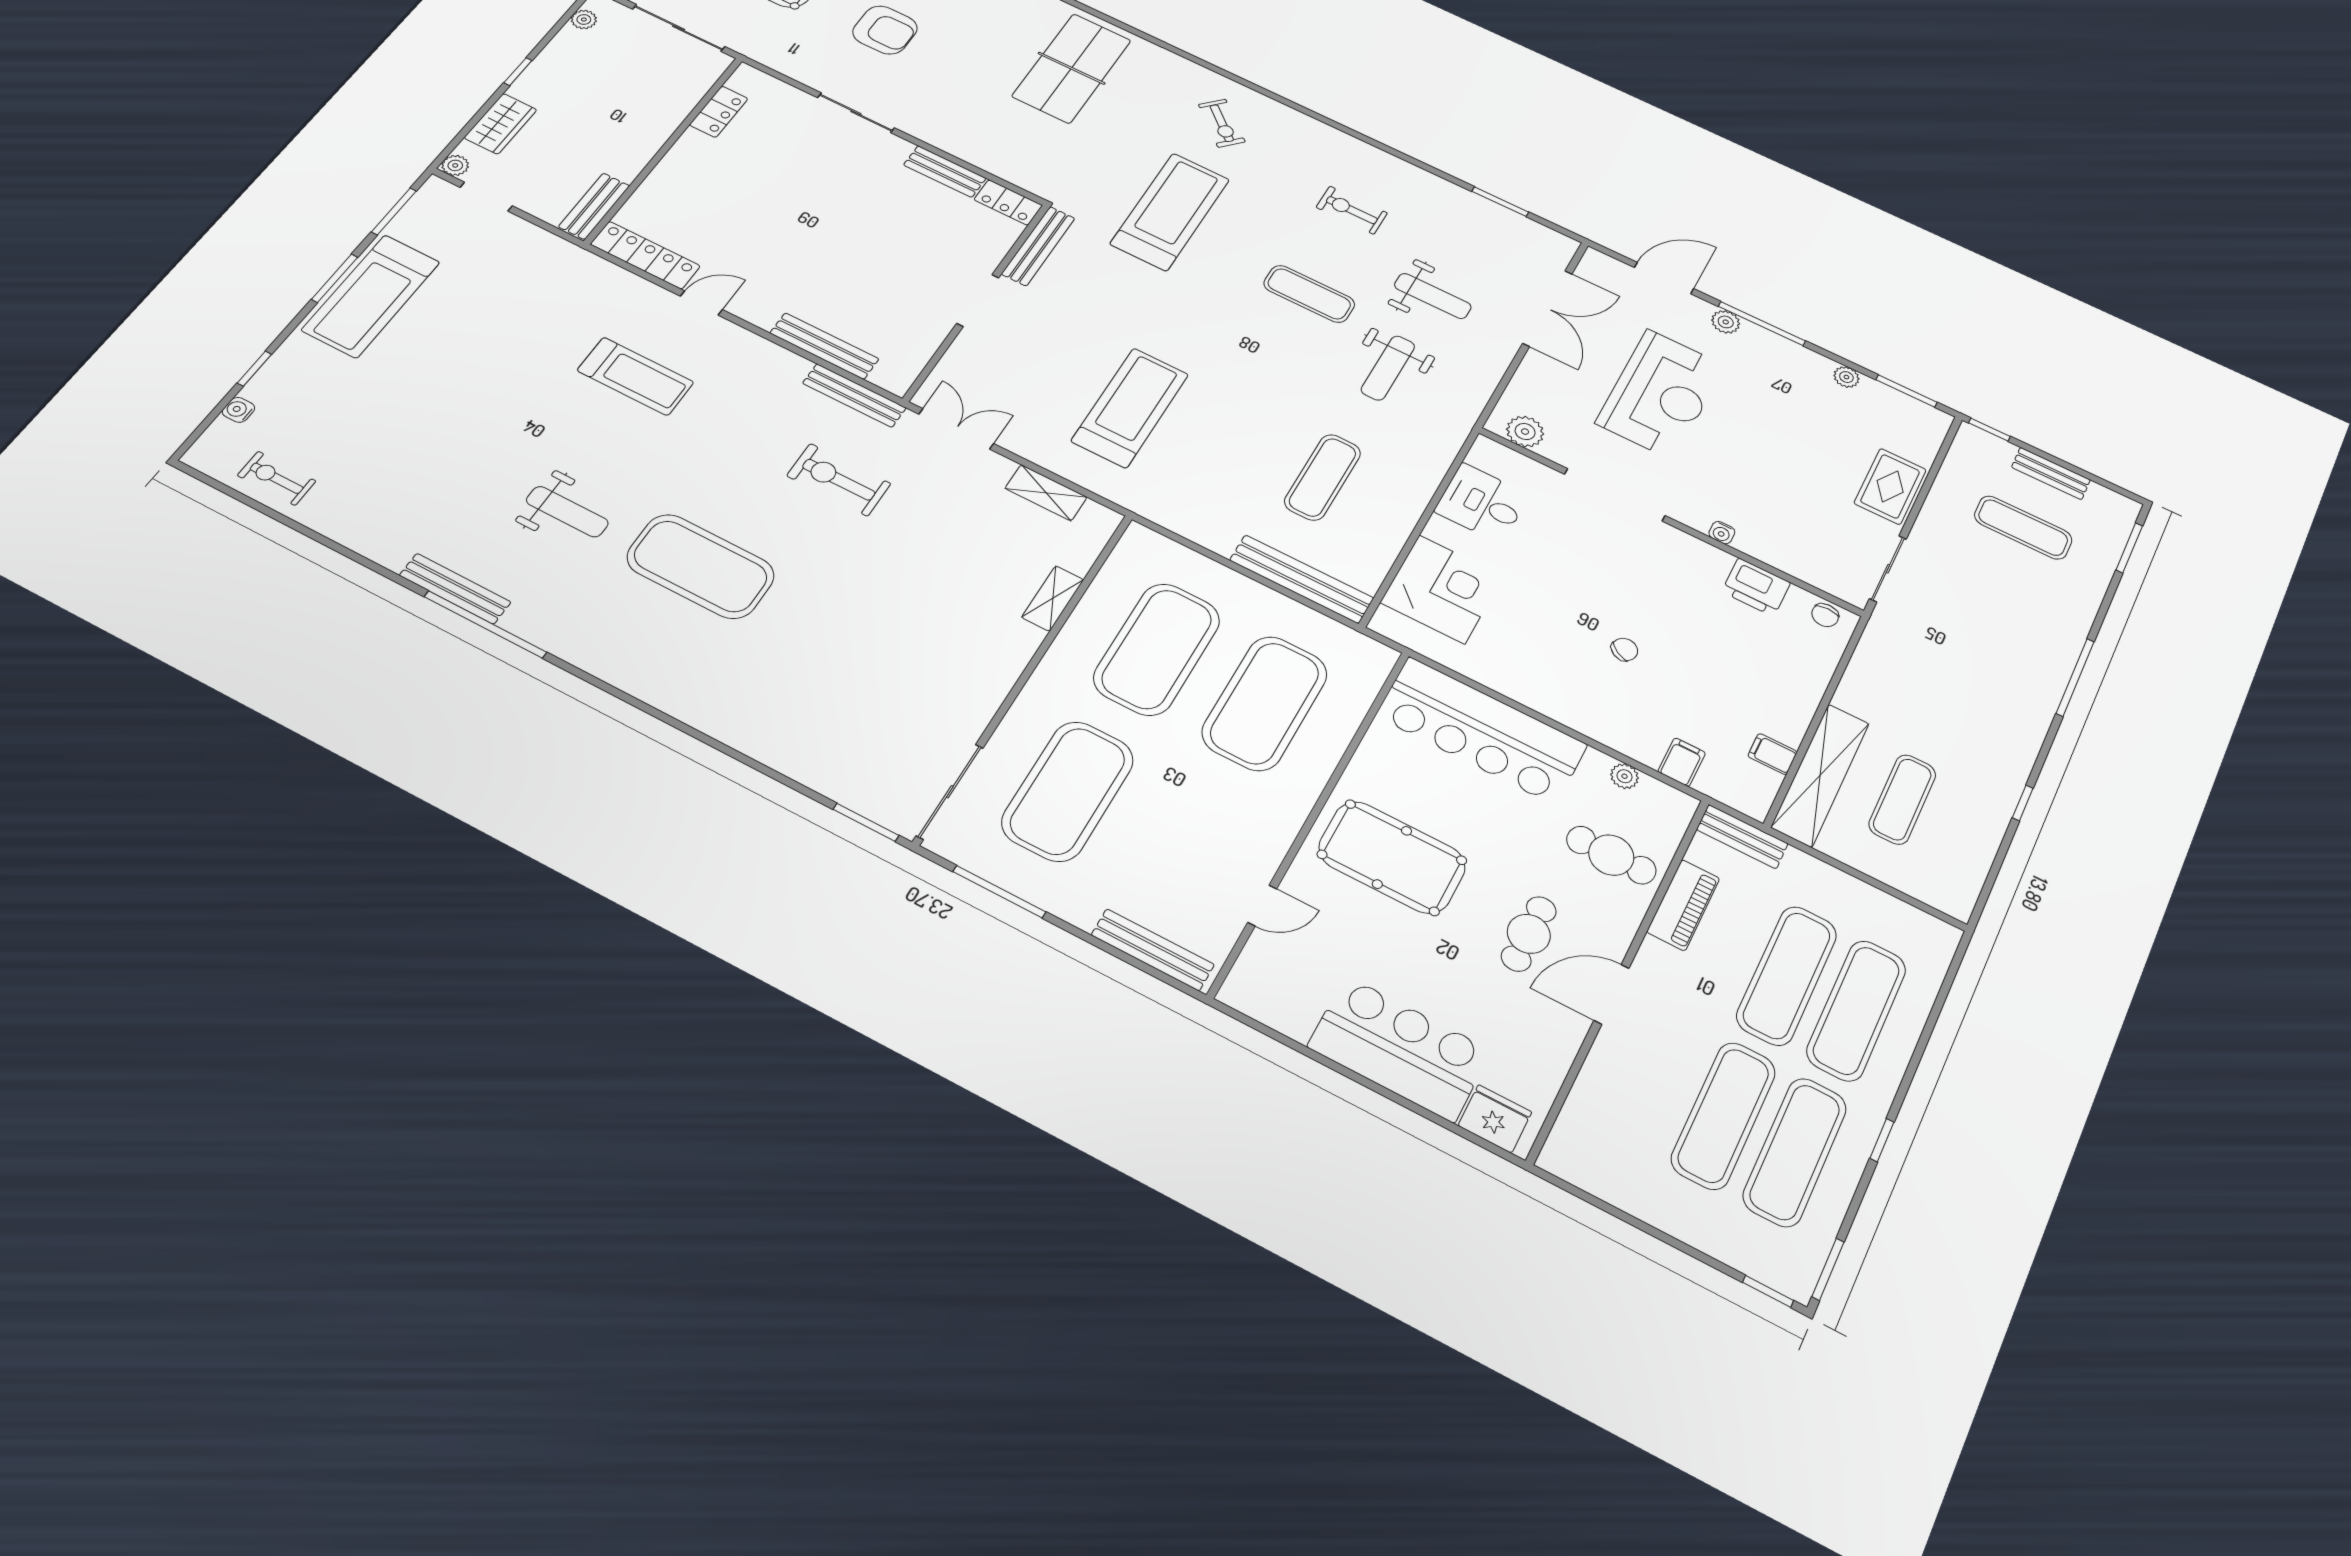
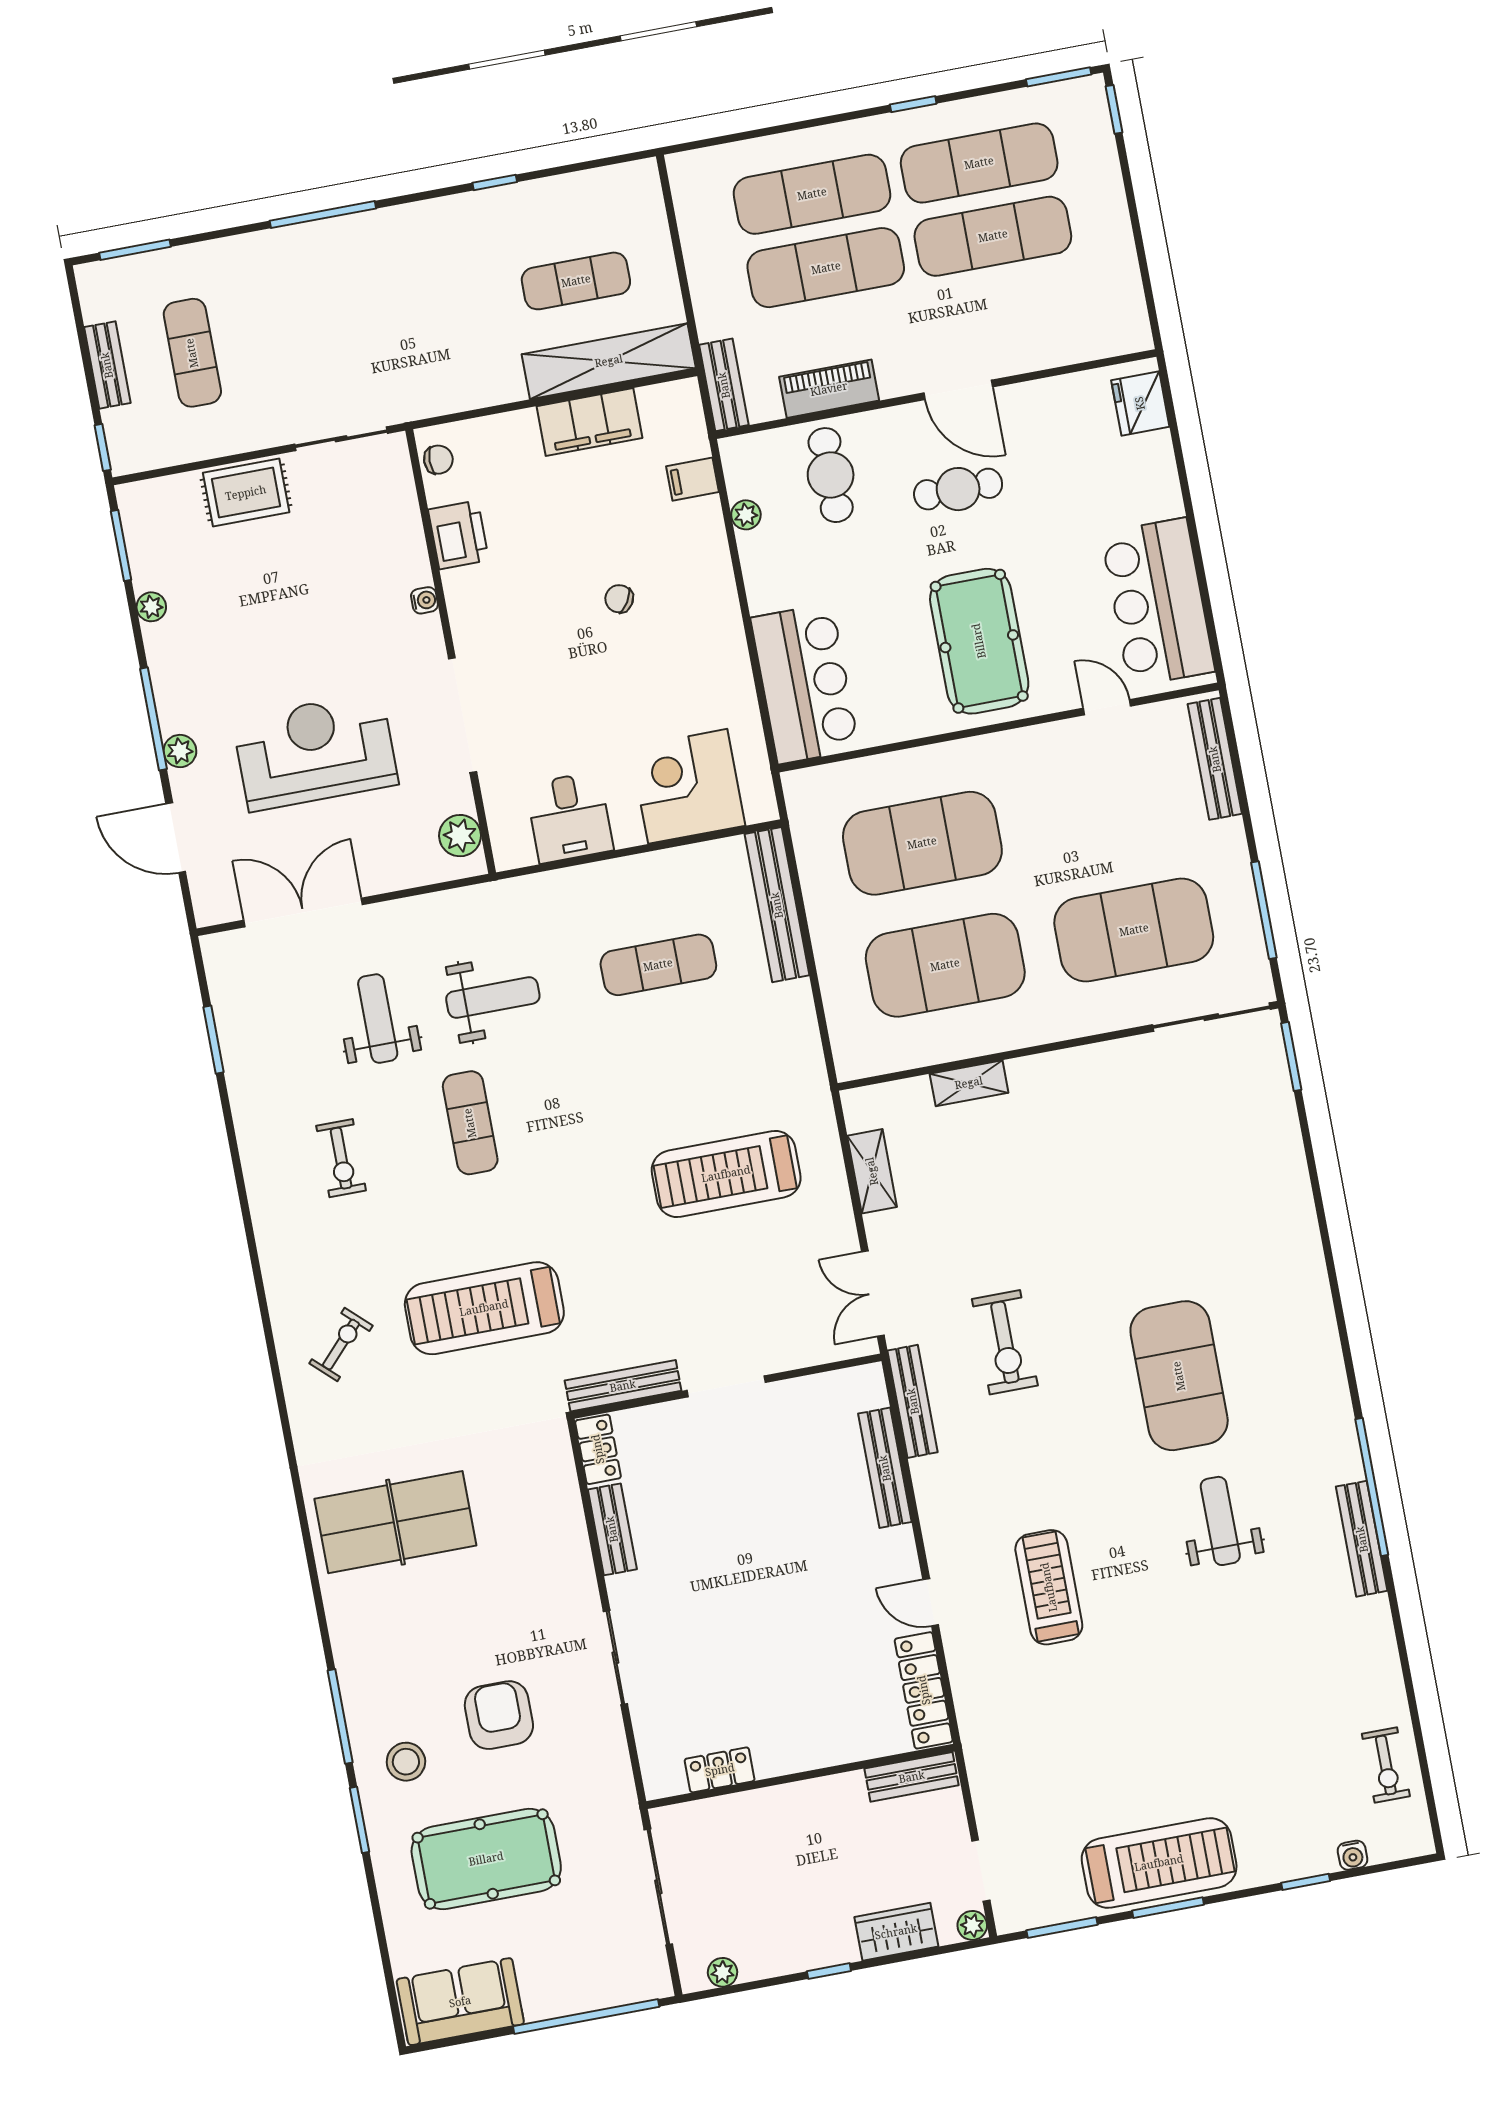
bar counter: (1482, 730) -> (805, 684), width x0.73
filing cabinet: (1772, 754) -> (590, 422), width x3.00, depth x1.17
bar counter: (1399, 1049) -> (1158, 602), moved

